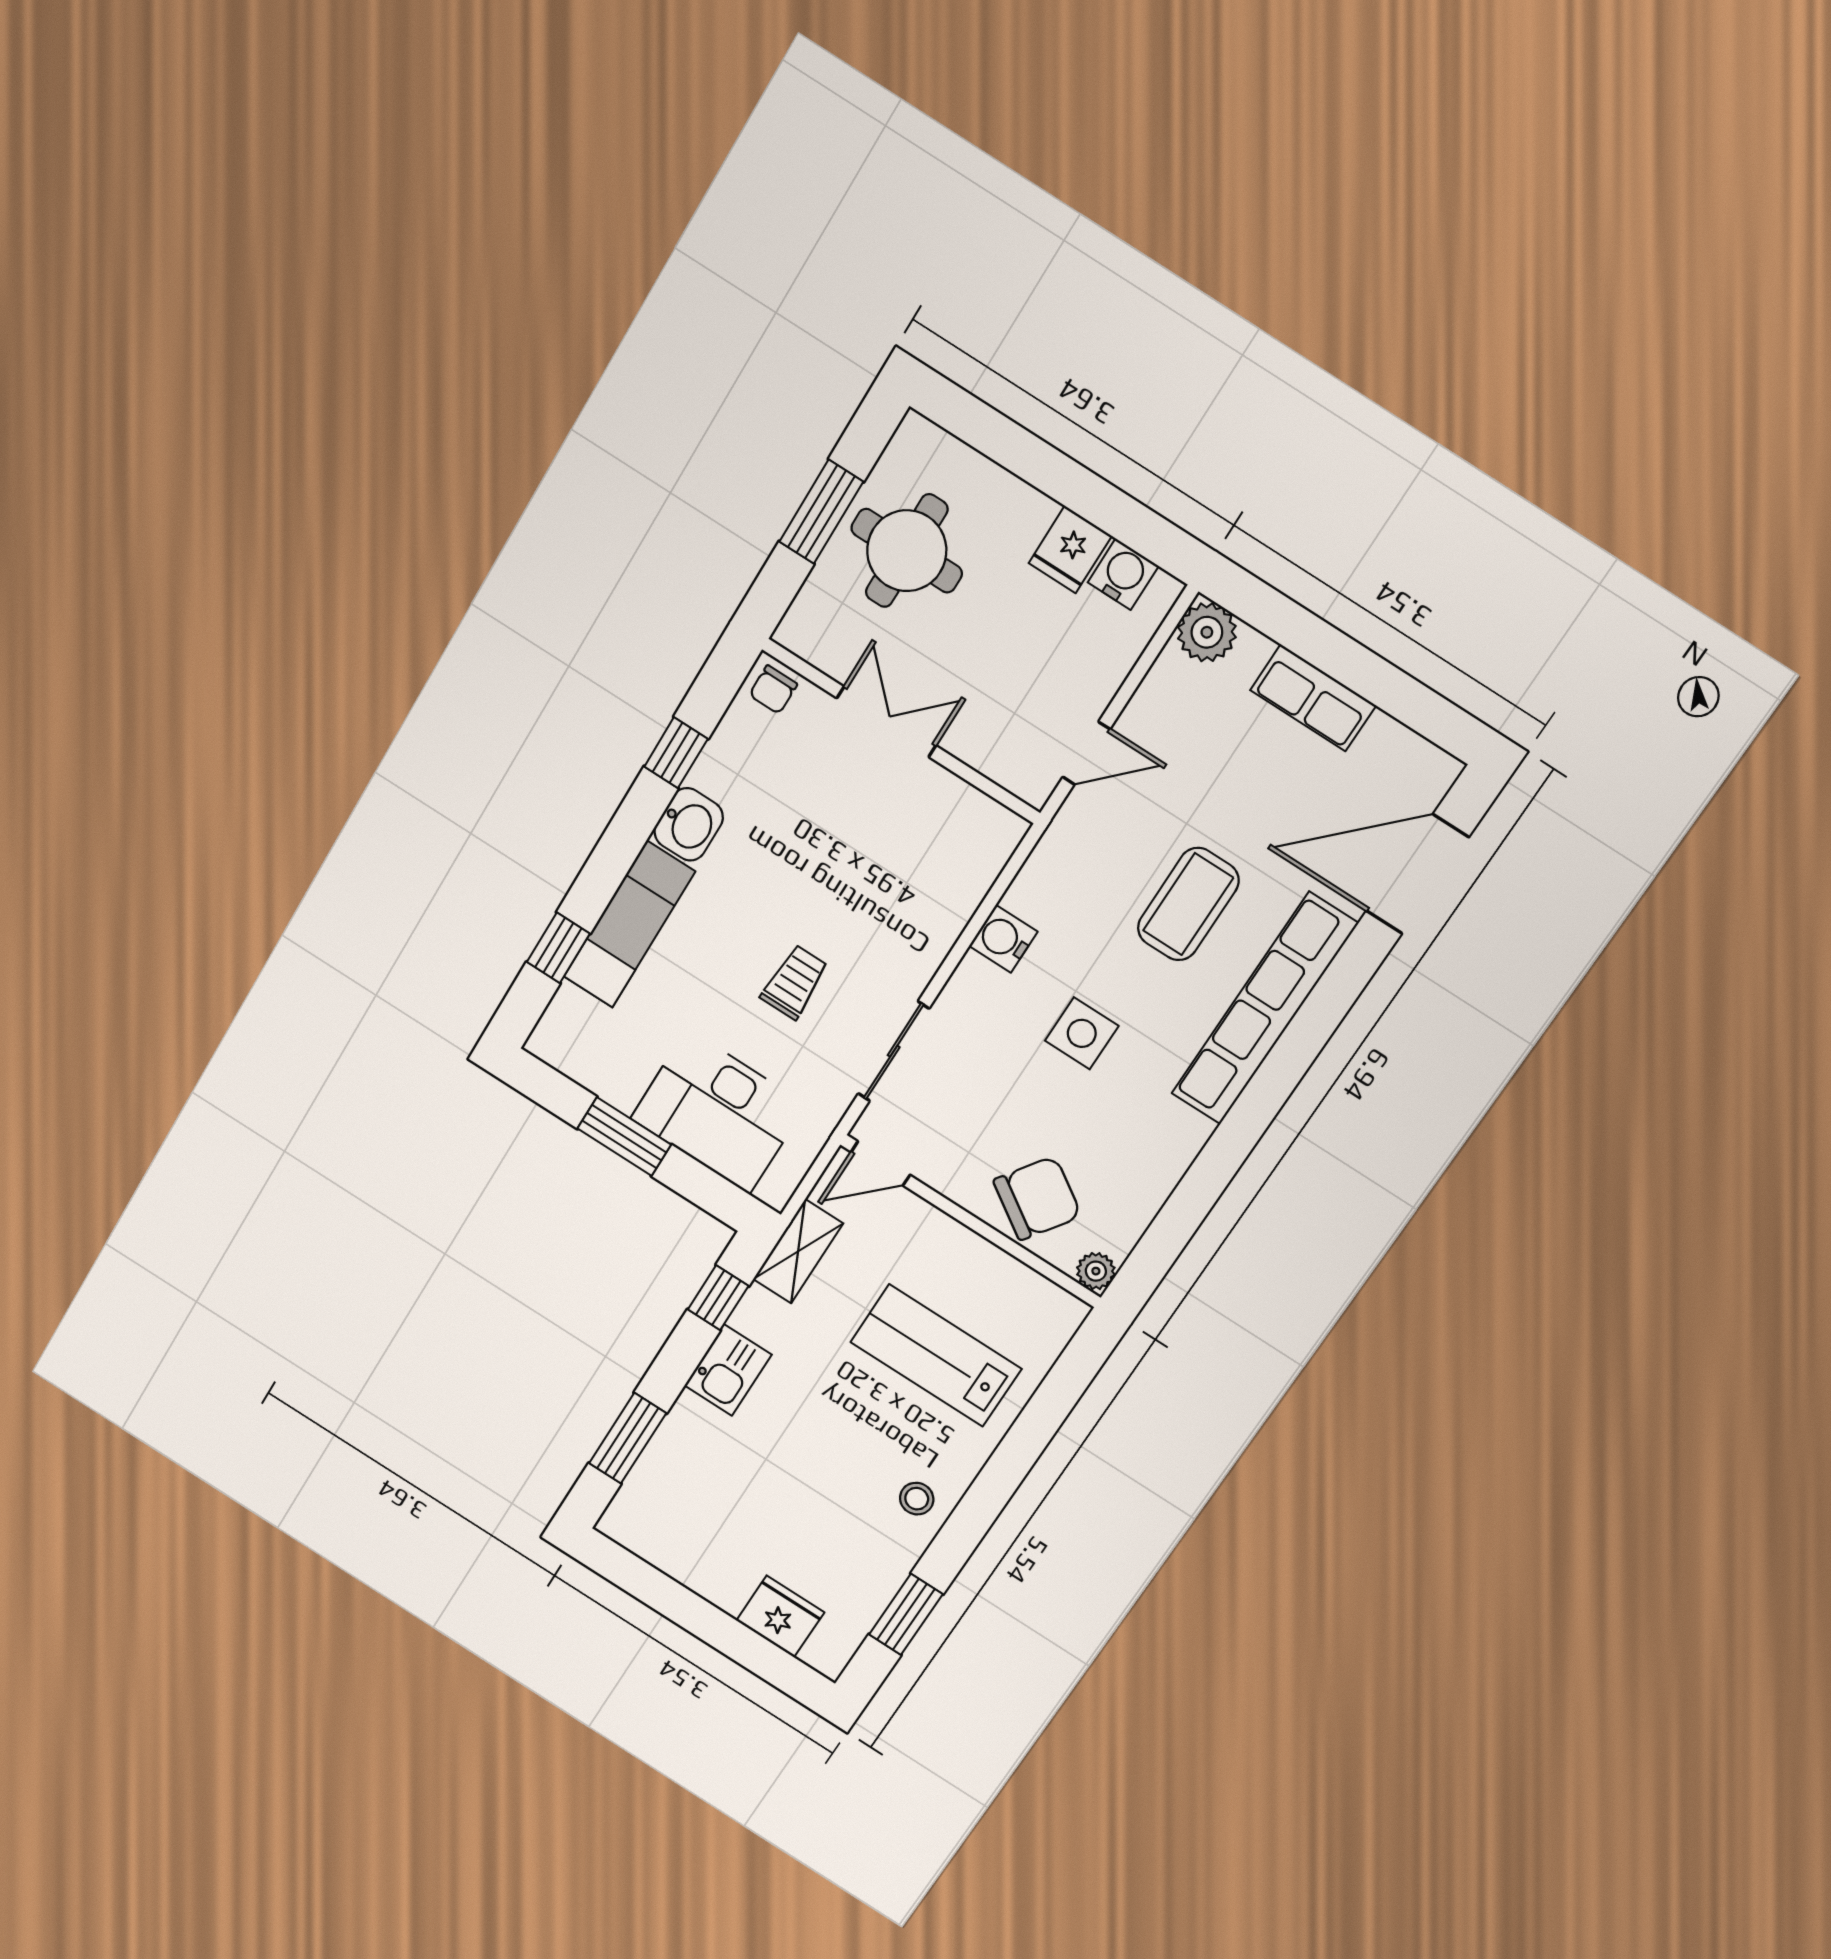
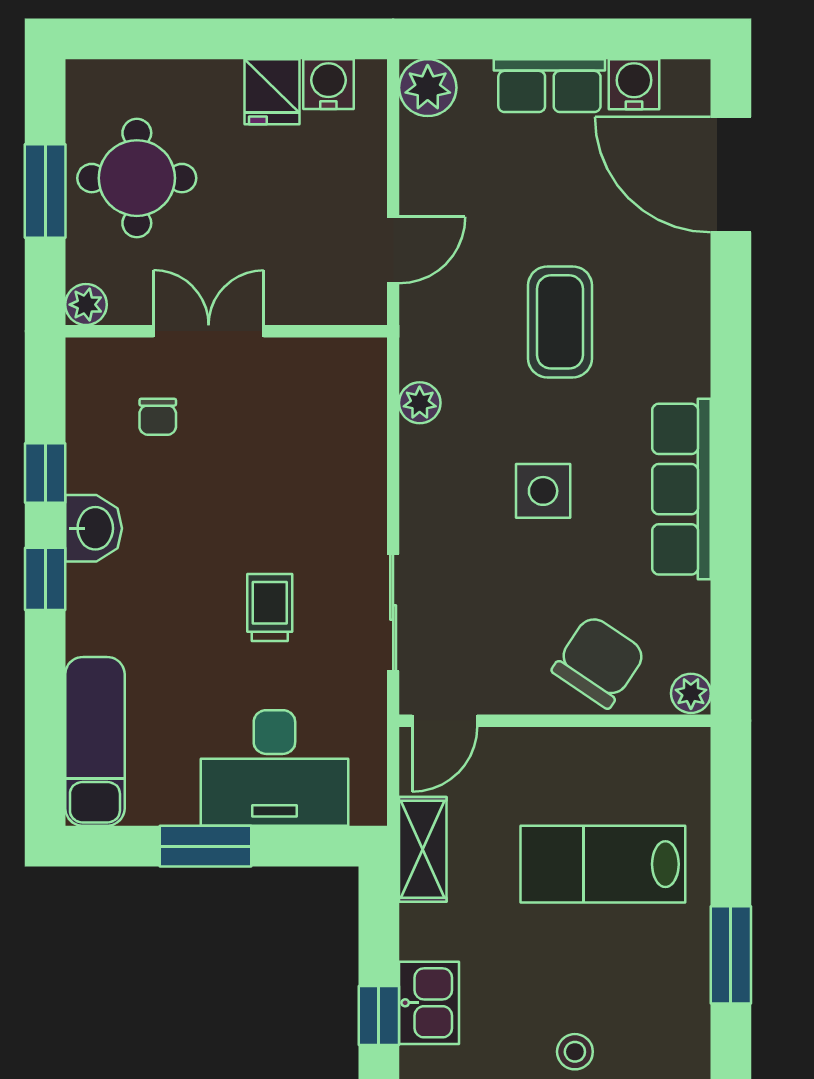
plant: (796, 632) -> (86, 305), added
chair: (773, 690) -> (158, 417), moved
door: (1417, 874) -> (731, 175), hinge flipped
plant: (1026, 895) -> (420, 403), added
exam couch: (629, 924) -> (95, 741), moved
water cooler: (1003, 939) -> (634, 84), moved, turned 90
window: (558, 948) -> (45, 579), moved
row of seats: (1264, 1009) -> (681, 489), moved, width x0.73
window: (718, 1298) -> (379, 1015), moved
window: (993, 1489) -> (731, 955), added
stool: (917, 1499) -> (575, 1052), moved

